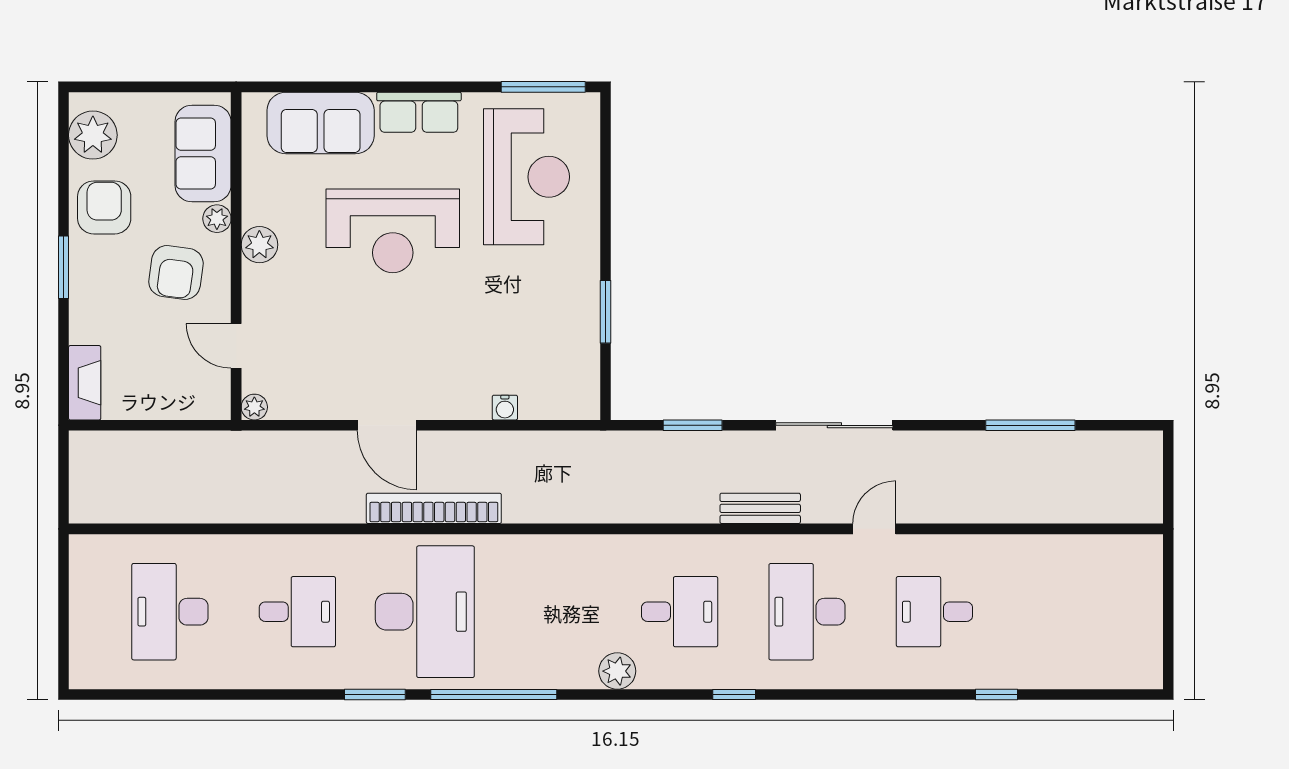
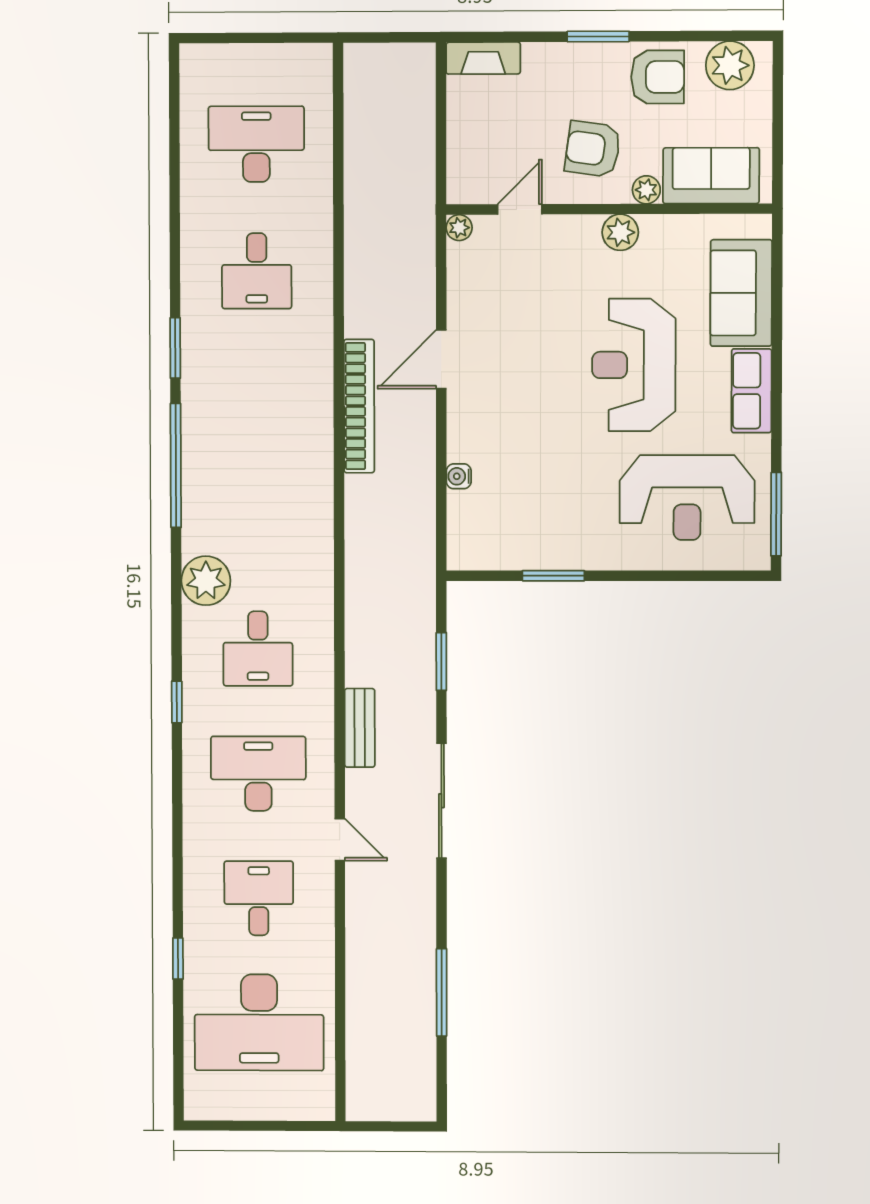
desk: (425, 612) -> (259, 1022), moved
plant: (617, 671) -> (206, 581), width x1.36, depth x1.36

